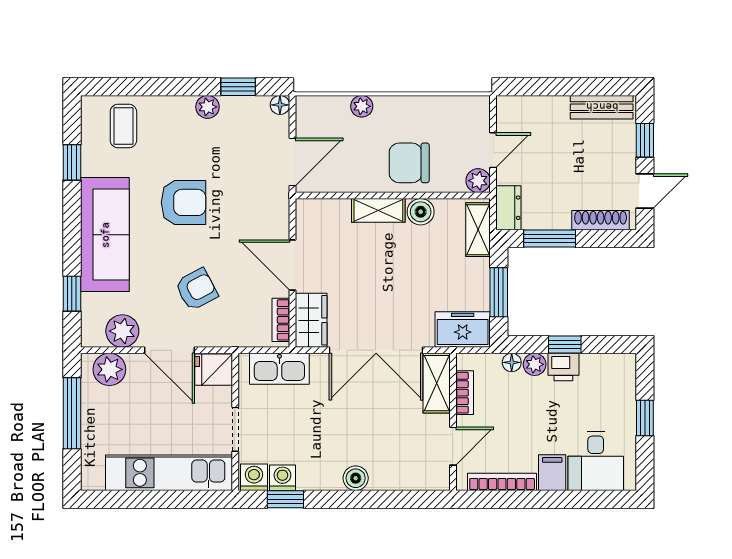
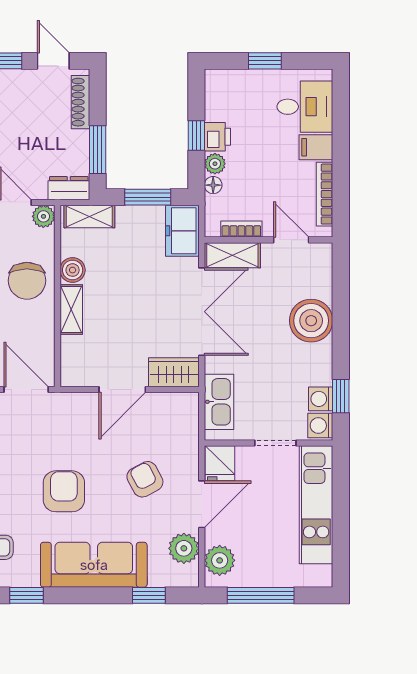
bookcase: (281, 320) -> (173, 400), removed
boiler: (356, 478) -> (311, 321), width x1.86, depth x1.86

